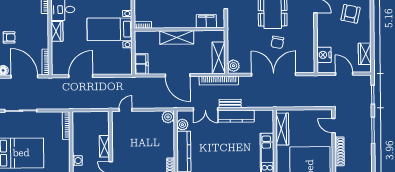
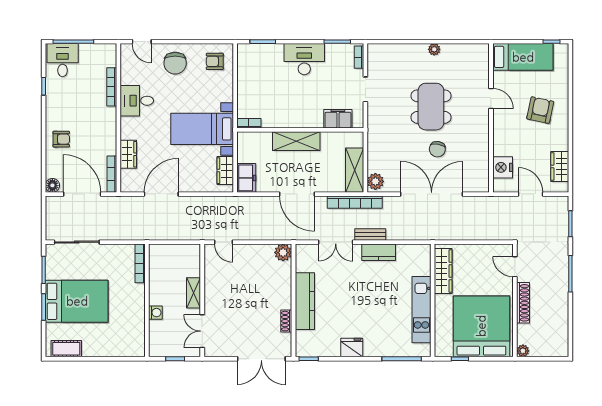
wardrobe: (57, 31) -> (128, 154), moved
wardrobe: (126, 59) -> (225, 171), added
door: (126, 110) -> (224, 242), swing flipped
kitchen counter: (236, 116) -> (379, 252), width x0.67
plant: (182, 125) -> (303, 263), removed

